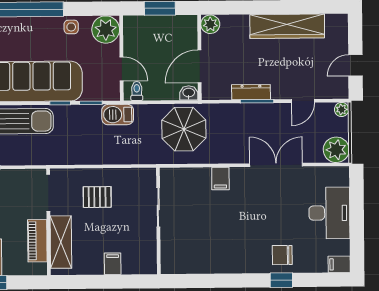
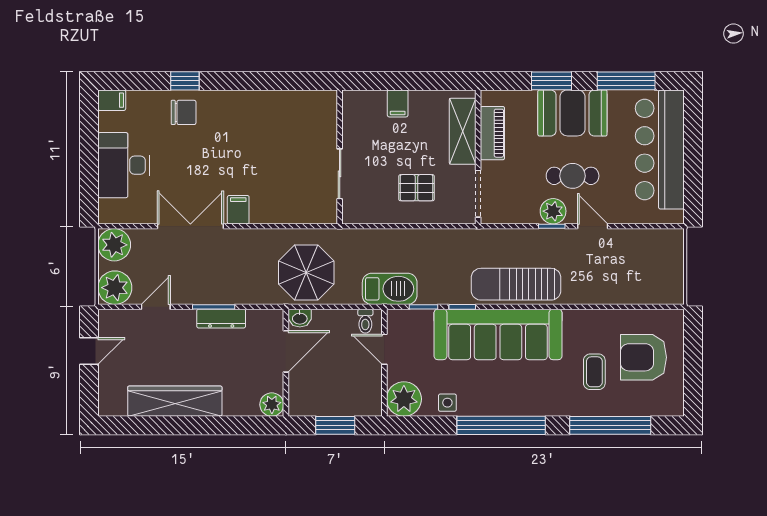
plant: (342, 109) -> (115, 288), width x1.87, depth x1.87
barbecue: (118, 115) -> (390, 289), width x1.37, depth x1.21
double door: (276, 165) -> (190, 226), swing flipped
filing cabinet: (220, 179) -> (238, 210), moved

